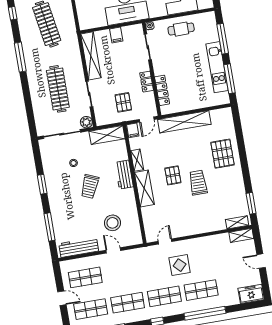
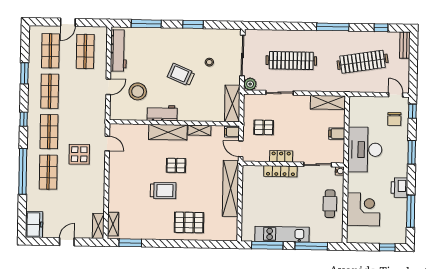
shelving: (91, 56) -> (328, 102), width x0.68
locker: (162, 90) -> (280, 171), moved
workbench: (124, 175) -> (162, 113), moved

